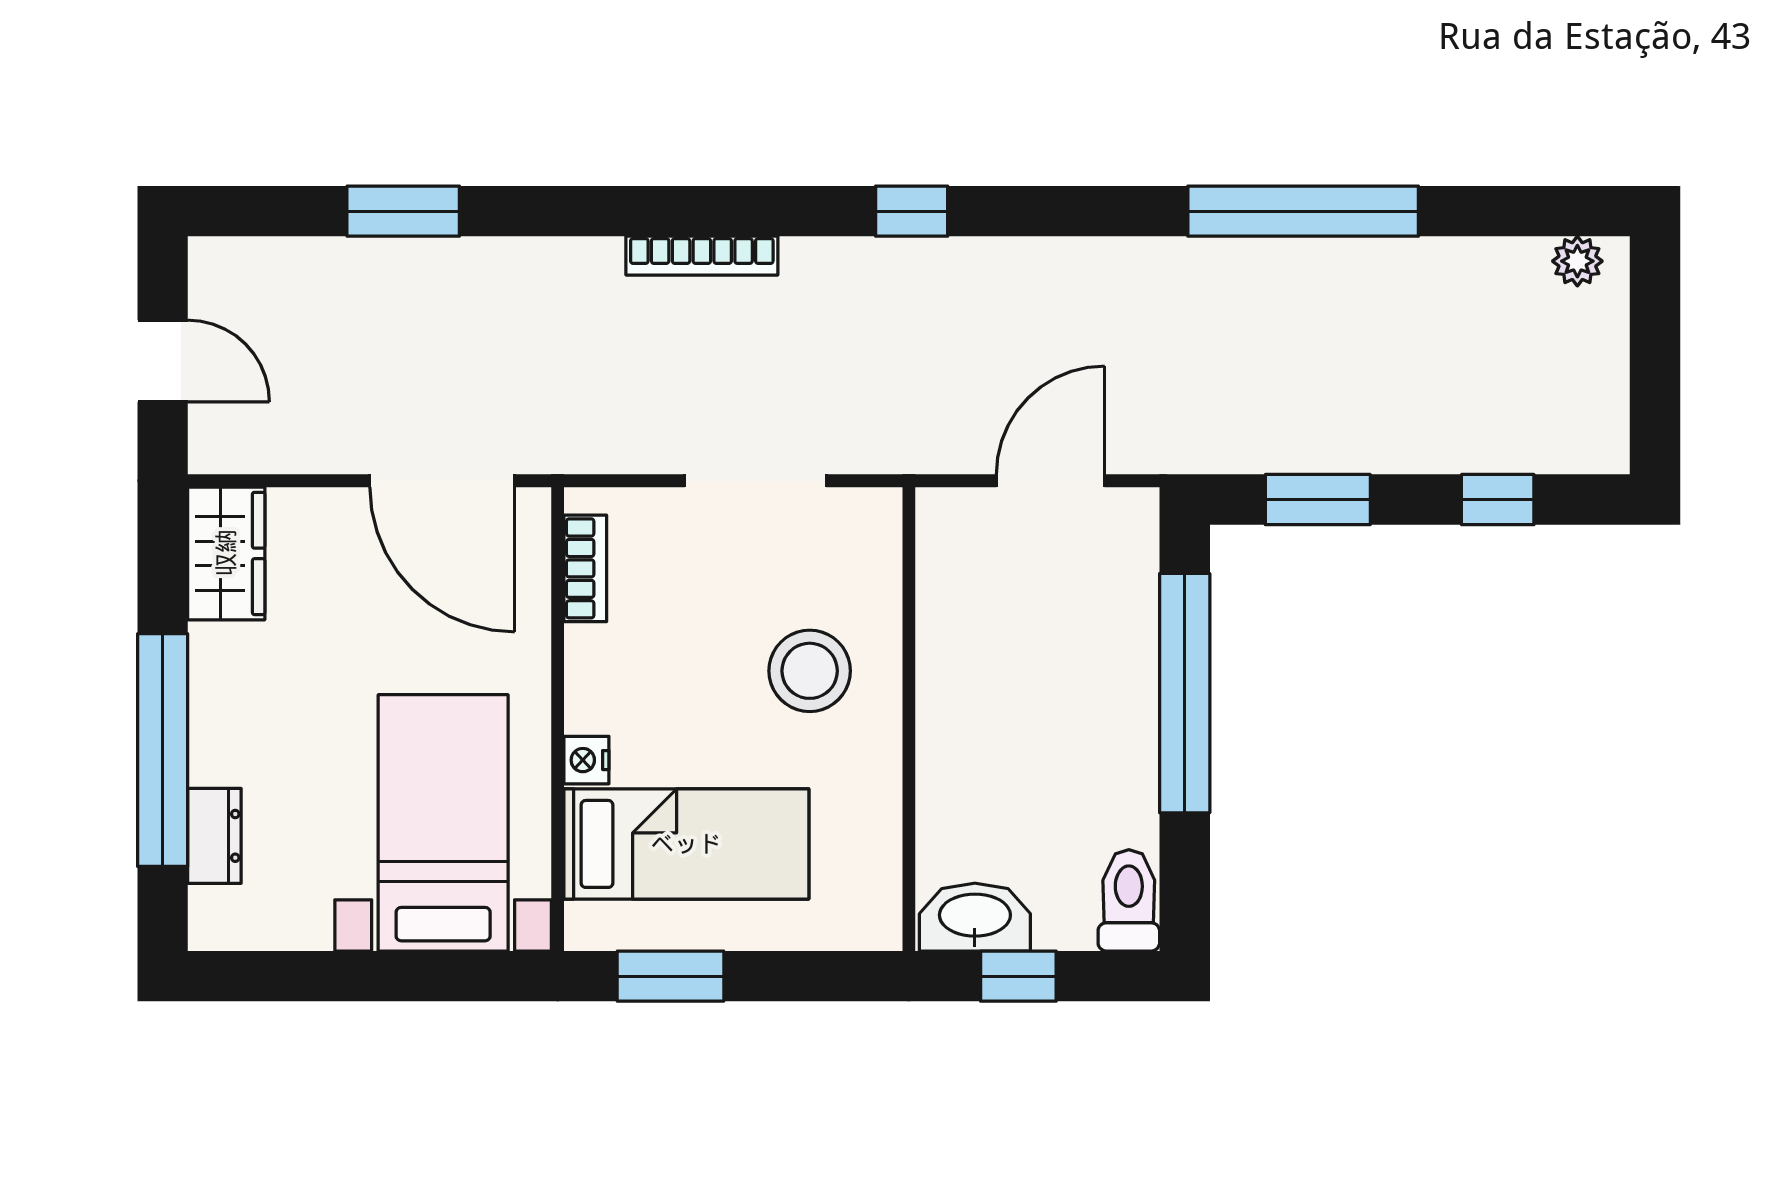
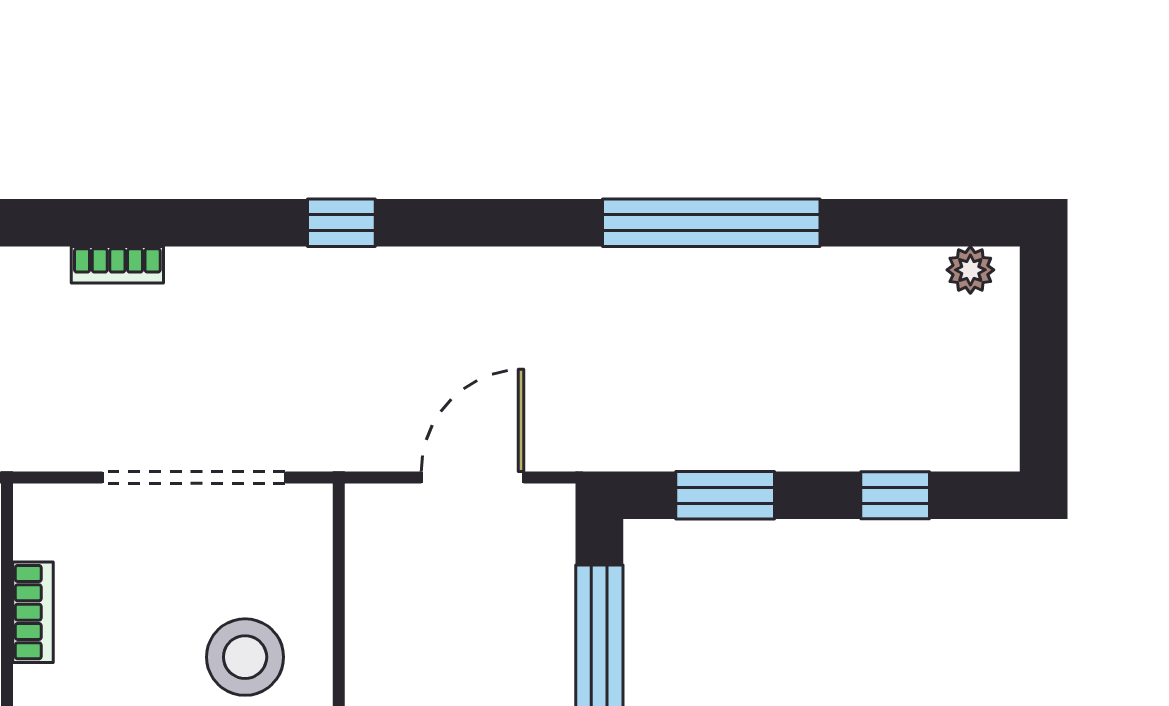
bookcase: (702, 256) -> (117, 265), width x0.64
doorway: (755, 481) -> (194, 477), width x1.36
bookcase: (585, 568) -> (33, 612), moved

